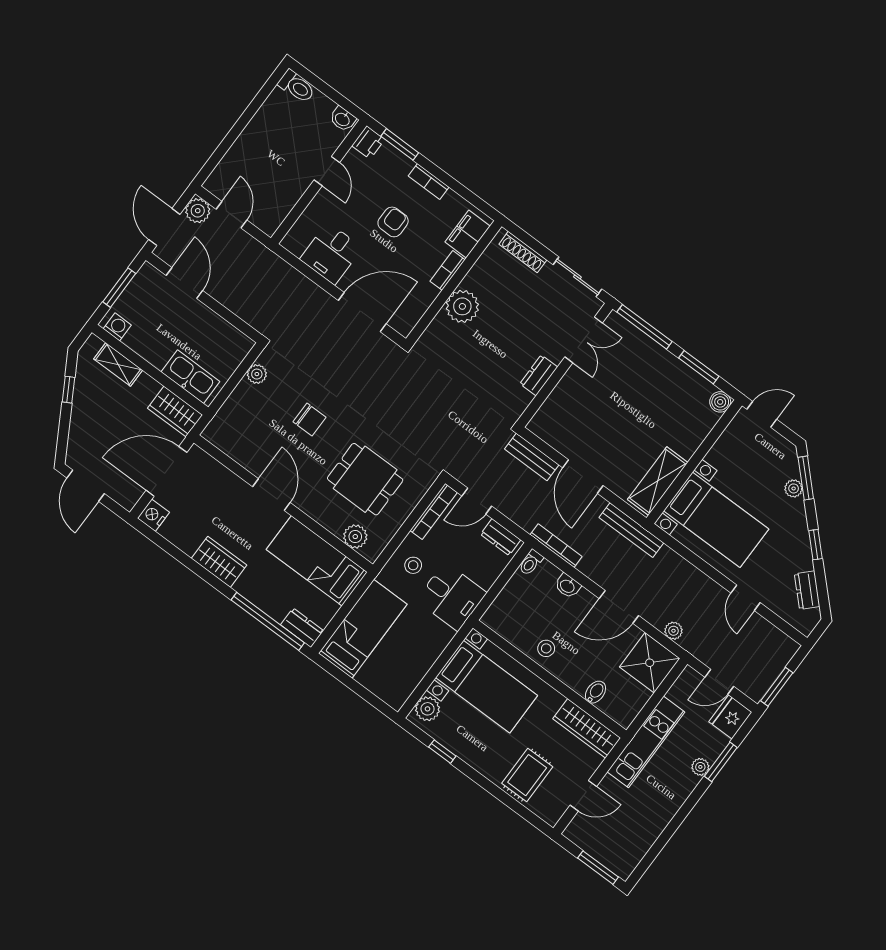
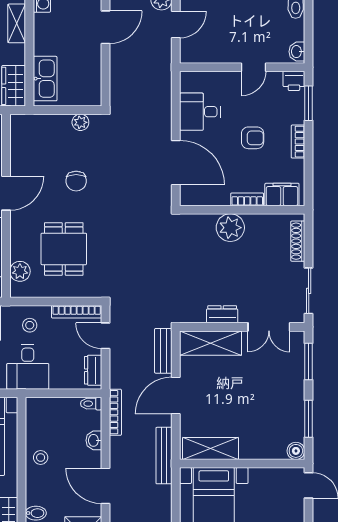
window: (644, 327) -> (309, 361), width x0.69
shelving: (558, 407) -> (211, 343), added

